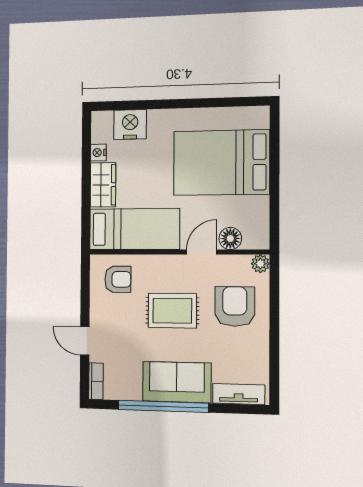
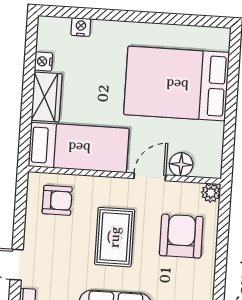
nightstand: (130, 124) -> (81, 27), width x0.53, depth x0.56
rug: (172, 311) -> (115, 237), turned 90

